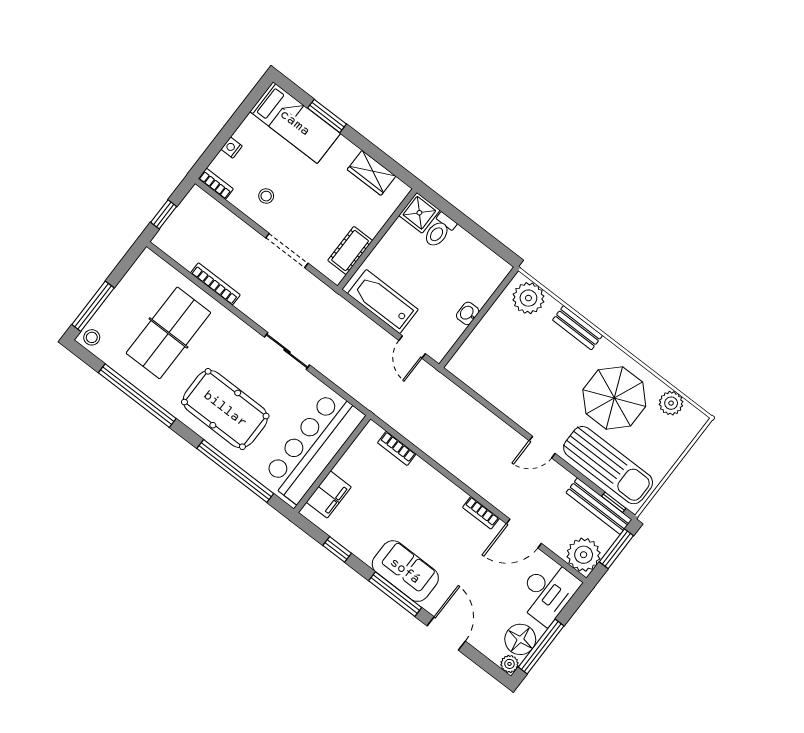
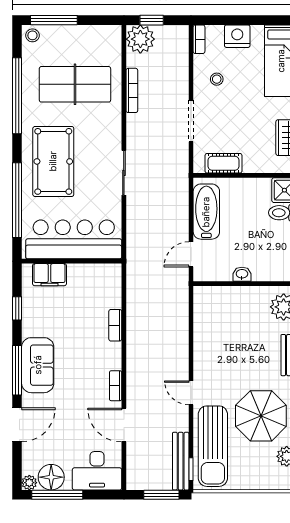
nightstand: (232, 148) -> (237, 36), width x1.89, depth x1.79
bookcase: (397, 448) -> (115, 325), moved
plant: (584, 555) -> (140, 39), moved

